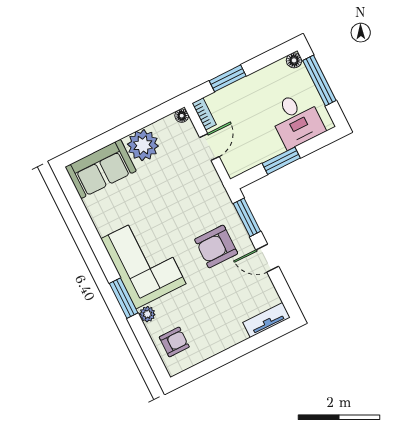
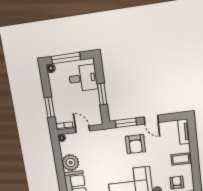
door: (267, 258) -> (151, 120), hinge flipped
coffee table: (218, 333) -> (181, 159), added

